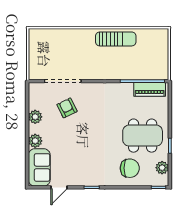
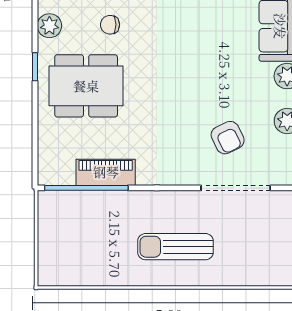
sun lounger: (116, 39) -> (176, 247), moved
piano: (150, 89) -> (106, 172), moved
chair: (130, 168) -> (110, 25), width x0.54, depth x0.54

